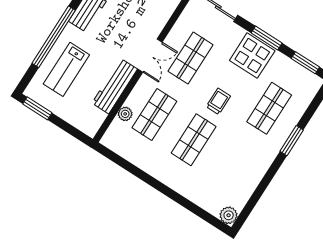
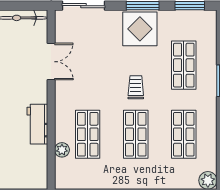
double door: (150, 56) -> (51, 62), moved
shop shelf: (191, 58) -> (184, 134), moved
workbench: (115, 86) -> (37, 124), width x0.73

